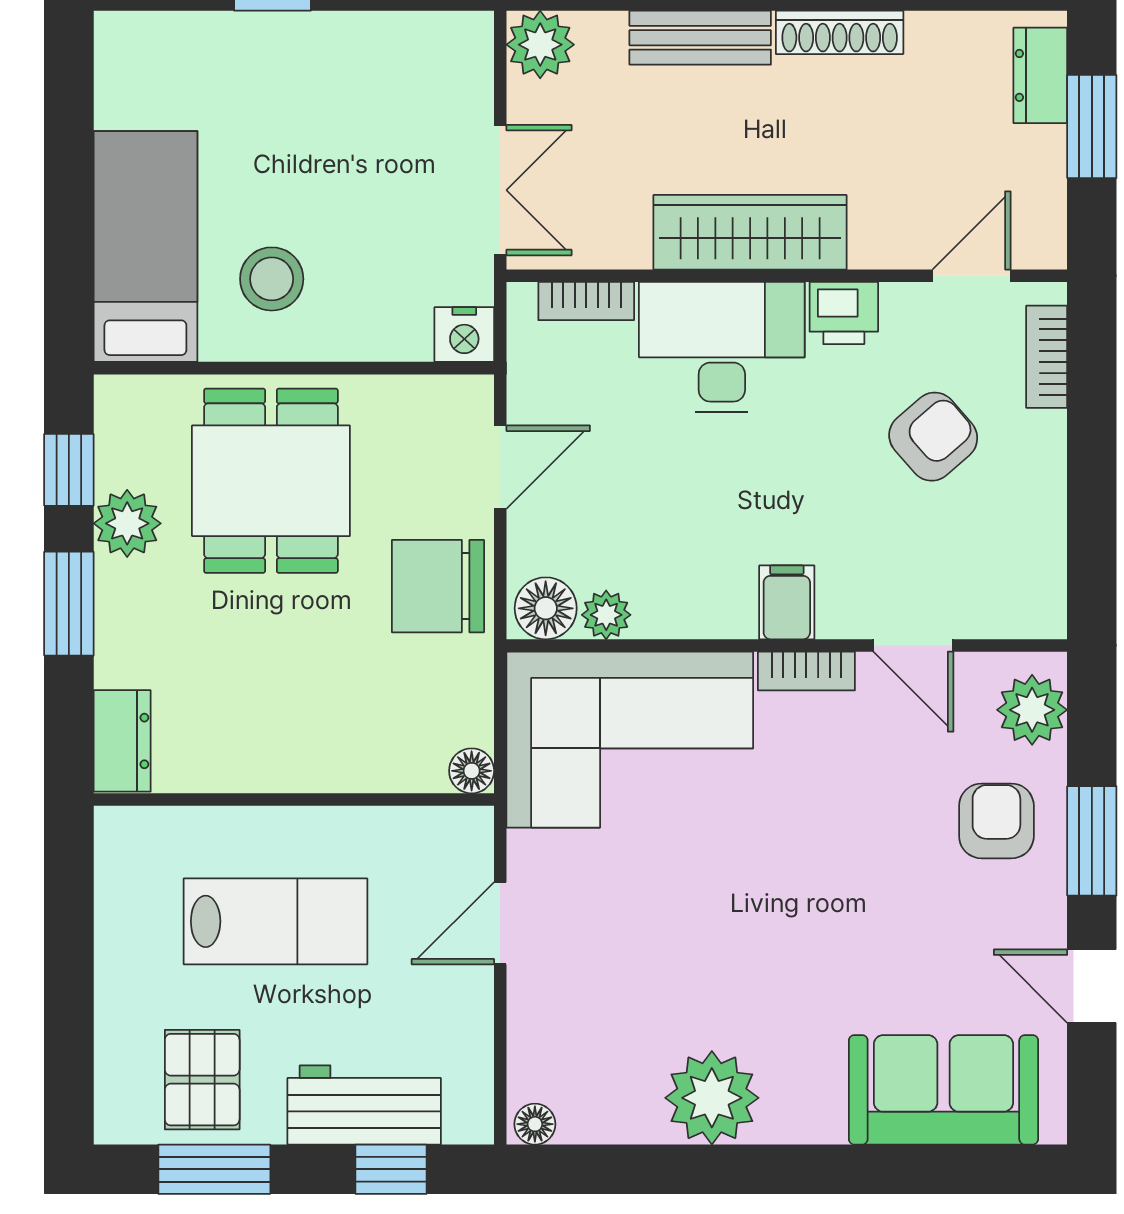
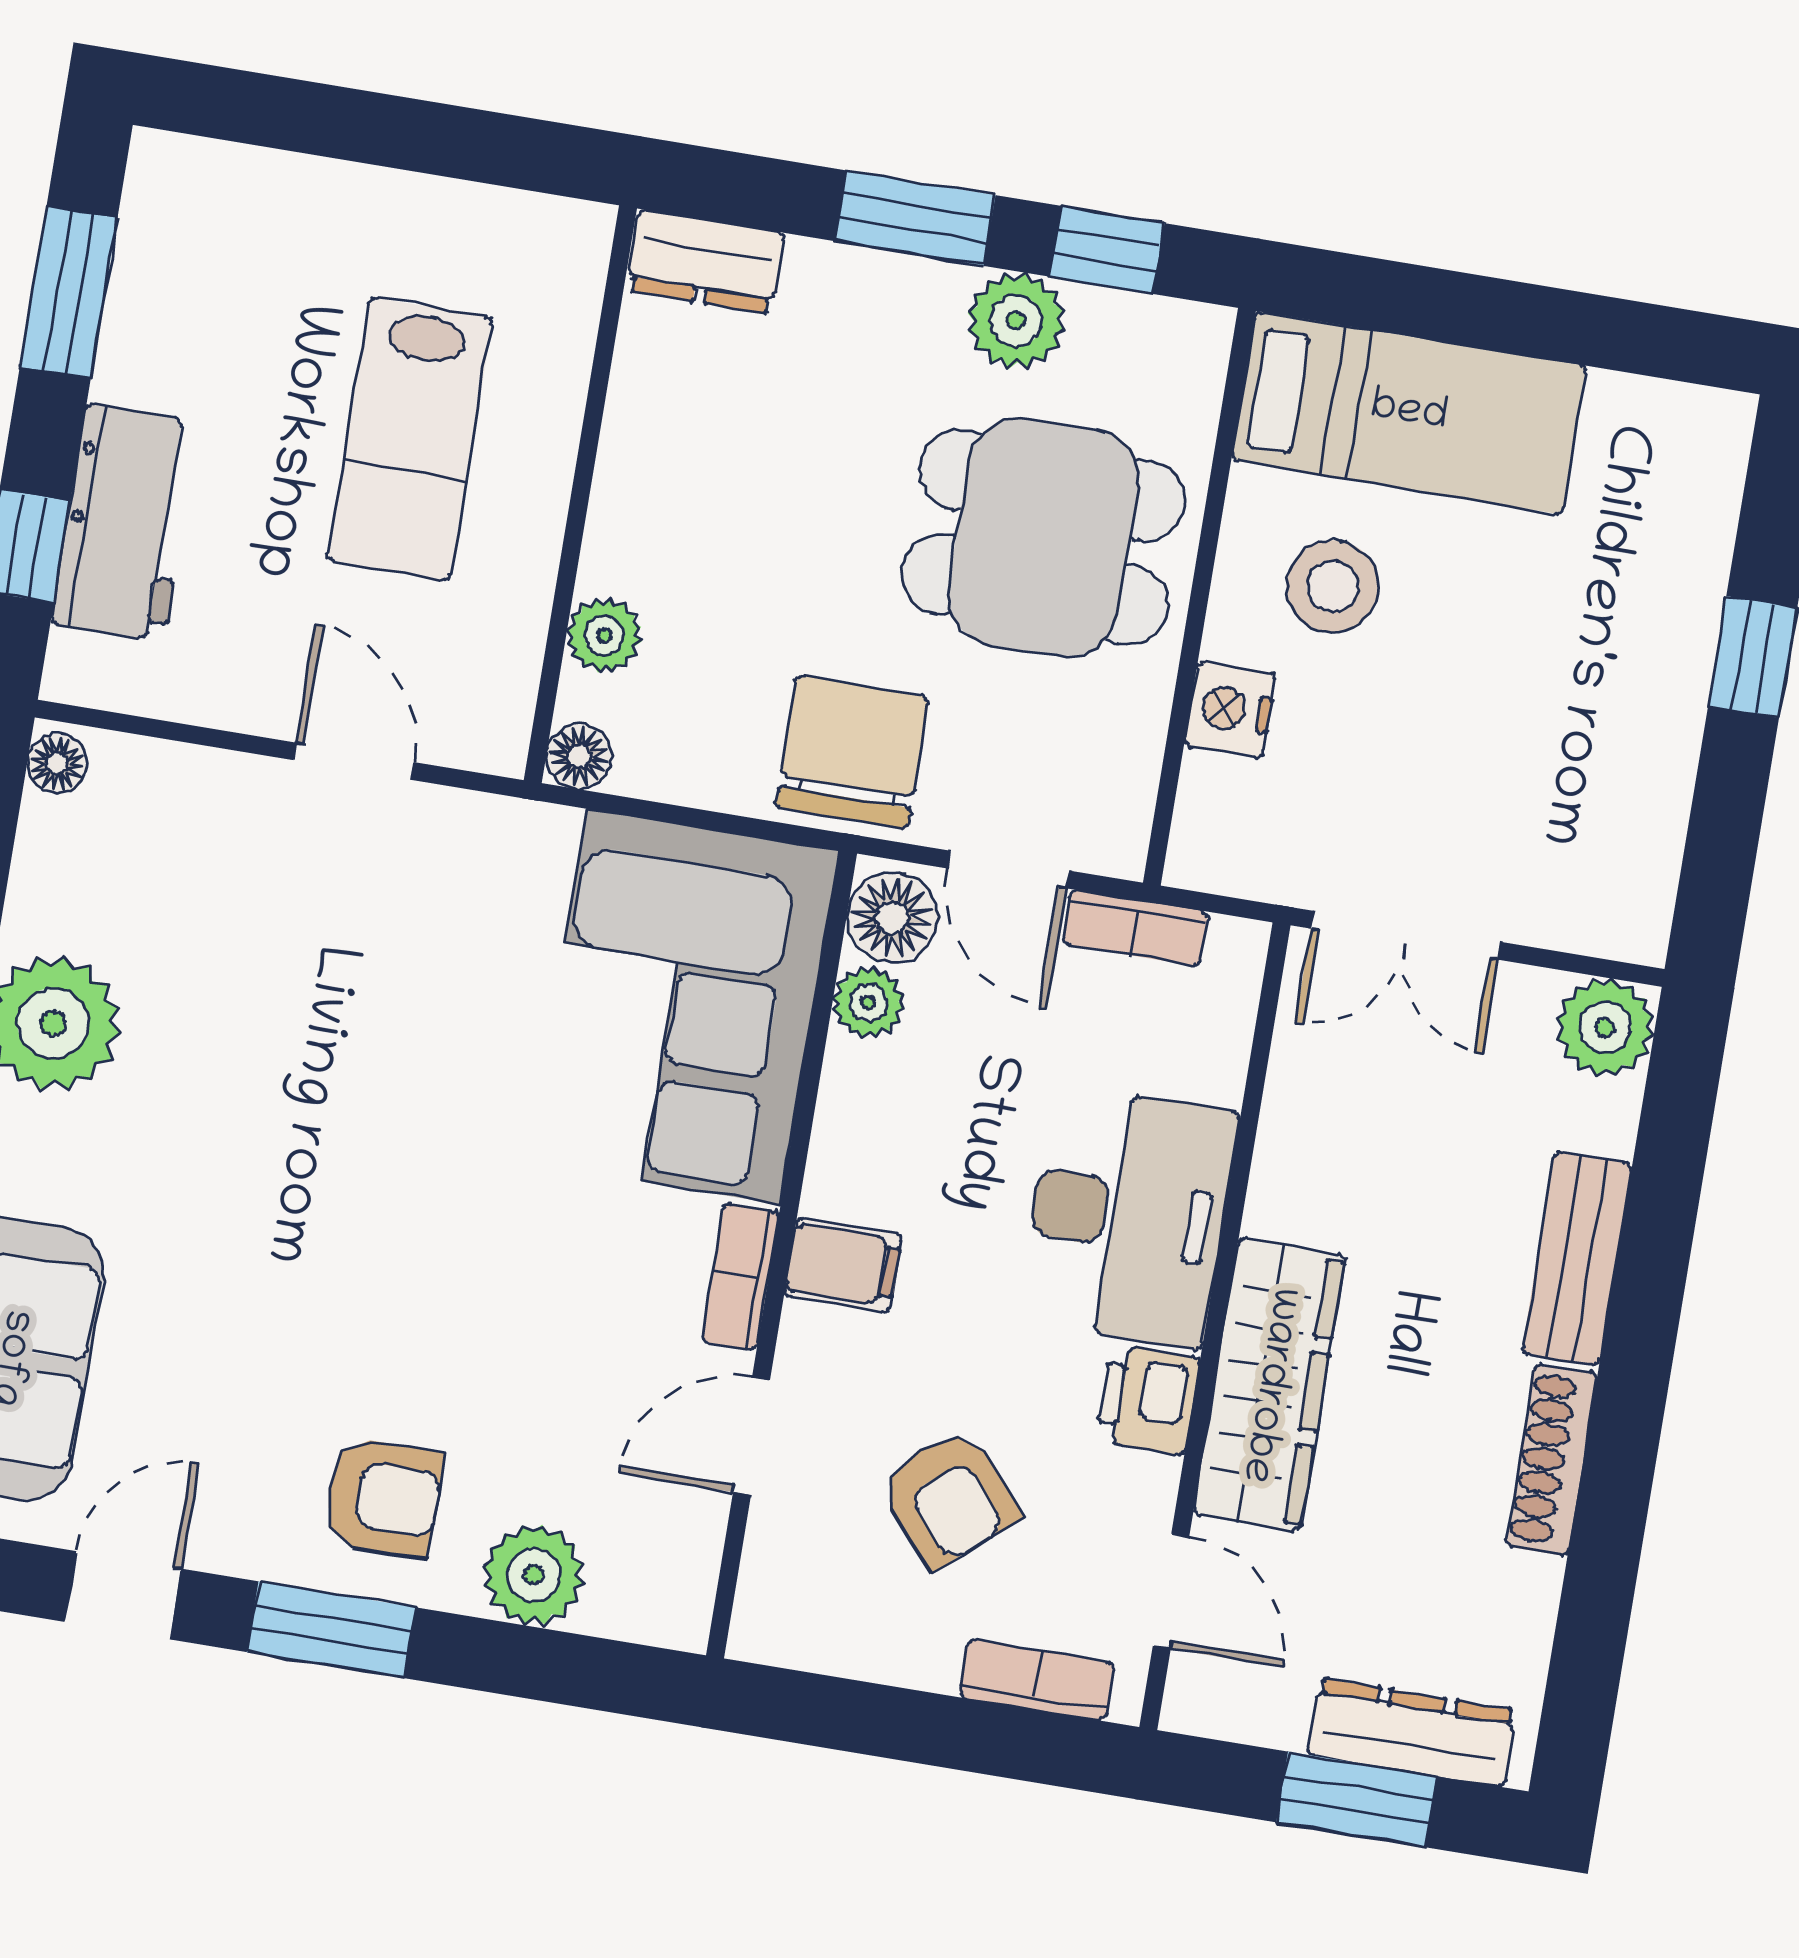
dresser: (1040, 75) -> (1412, 1733), width x1.44
wardrobe: (750, 232) -> (1269, 1385), moved
bookcase: (586, 301) -> (1135, 928), moved, turned -90
nightstand: (464, 335) -> (1230, 709), moved
filing cabinet: (787, 602) -> (843, 1265), moved
floor lamp: (546, 608) -> (892, 917), moved
plant: (606, 615) -> (868, 1003), moved
wall: (787, 645) -> (782, 1254), moved
door: (913, 645) -> (752, 1436), moved
bookcase: (806, 671) -> (740, 1277), moved
corner sofa: (630, 740) -> (684, 1007), moved
plant: (387, 767) -> (604, 635), added
pallet: (202, 1080) -> (200, 296), removed

